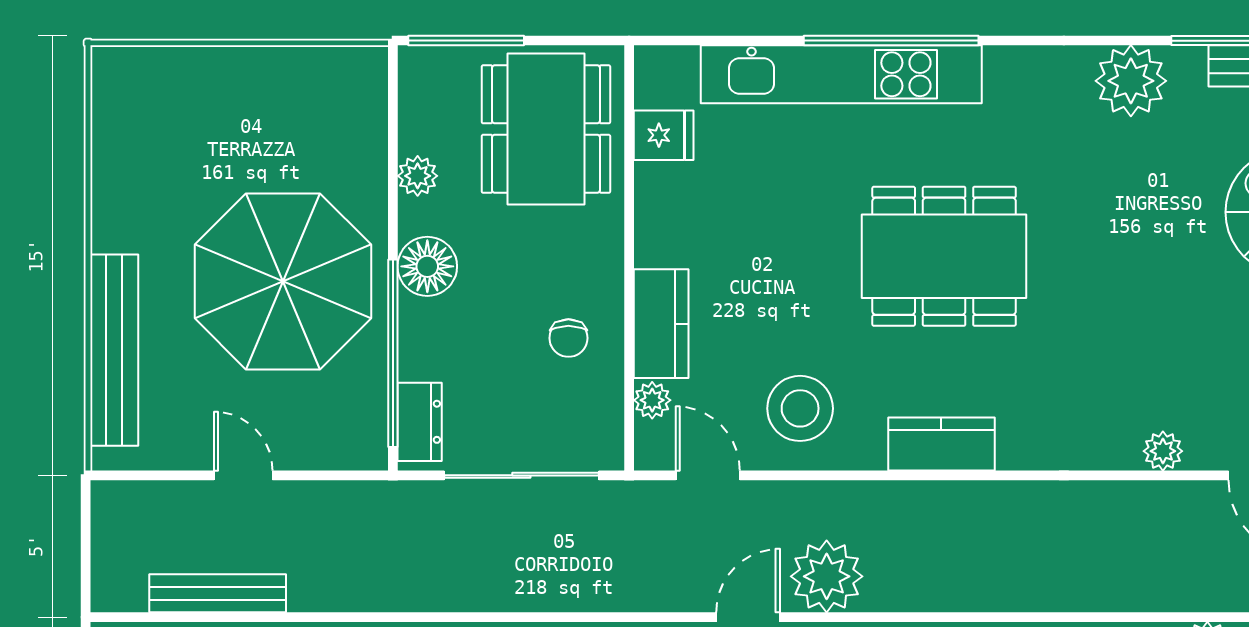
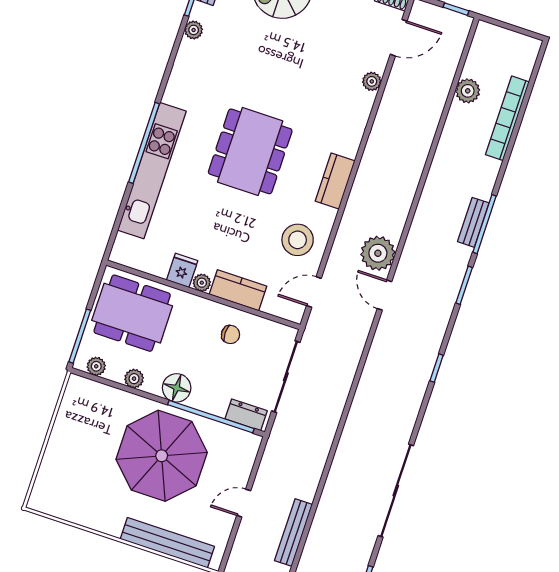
plant: (1131, 81) -> (194, 30), width x0.53, depth x0.53
plant: (417, 93) -> (96, 366), added
fridge: (664, 135) -> (182, 270), moved
plant: (652, 400) -> (202, 283), moved

